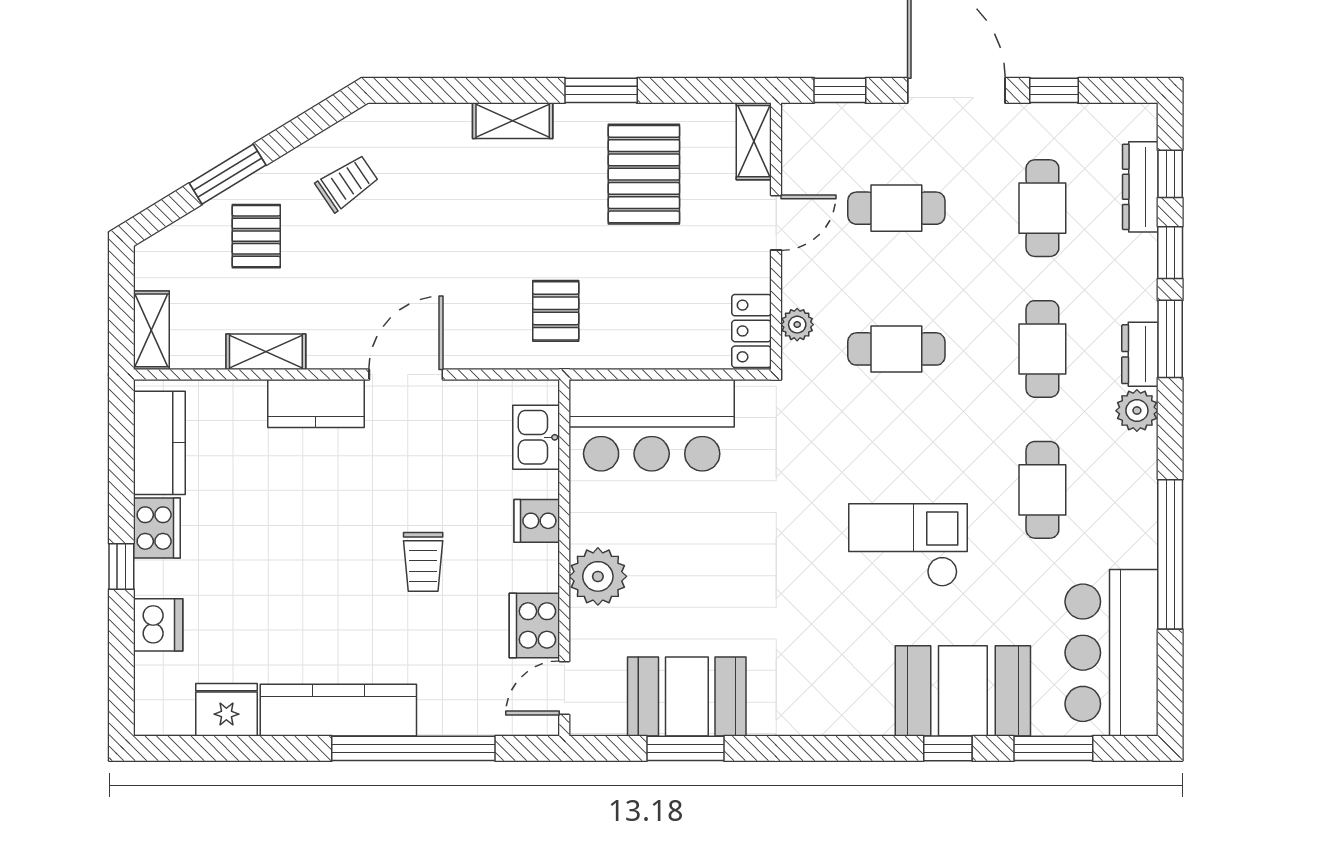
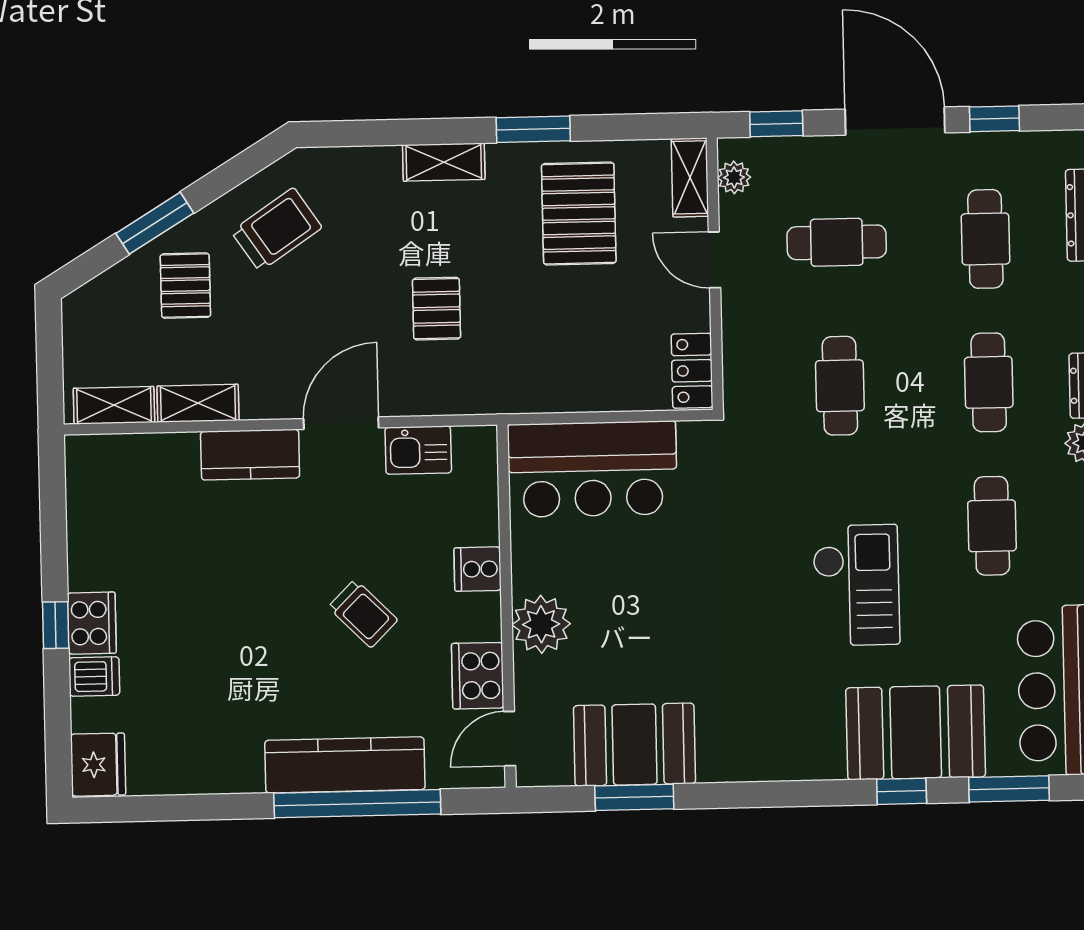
trolley: (347, 183) -> (277, 229), width x1.36, depth x1.39
door: (776, 223) -> (714, 260), swing flipped
pallet: (556, 311) -> (437, 309), moved
plant: (797, 325) -> (734, 177), moved
shelving: (151, 330) -> (114, 405), moved, turned 90
cafe table: (896, 349) -> (840, 386), turned 90
kitchen sink: (536, 437) -> (418, 450), moved, turned -90
kitchen counter: (159, 443) -> (92, 498), removed
cooker: (157, 528) -> (92, 623), moved
checkout: (908, 545) -> (856, 585), turned 90
trolley: (423, 562) -> (363, 614), turned -45
dishwasher: (158, 625) -> (94, 676), width x0.73
fridge: (226, 710) -> (98, 765), moved, turned 90
kitchen counter: (338, 710) -> (345, 765), moved

